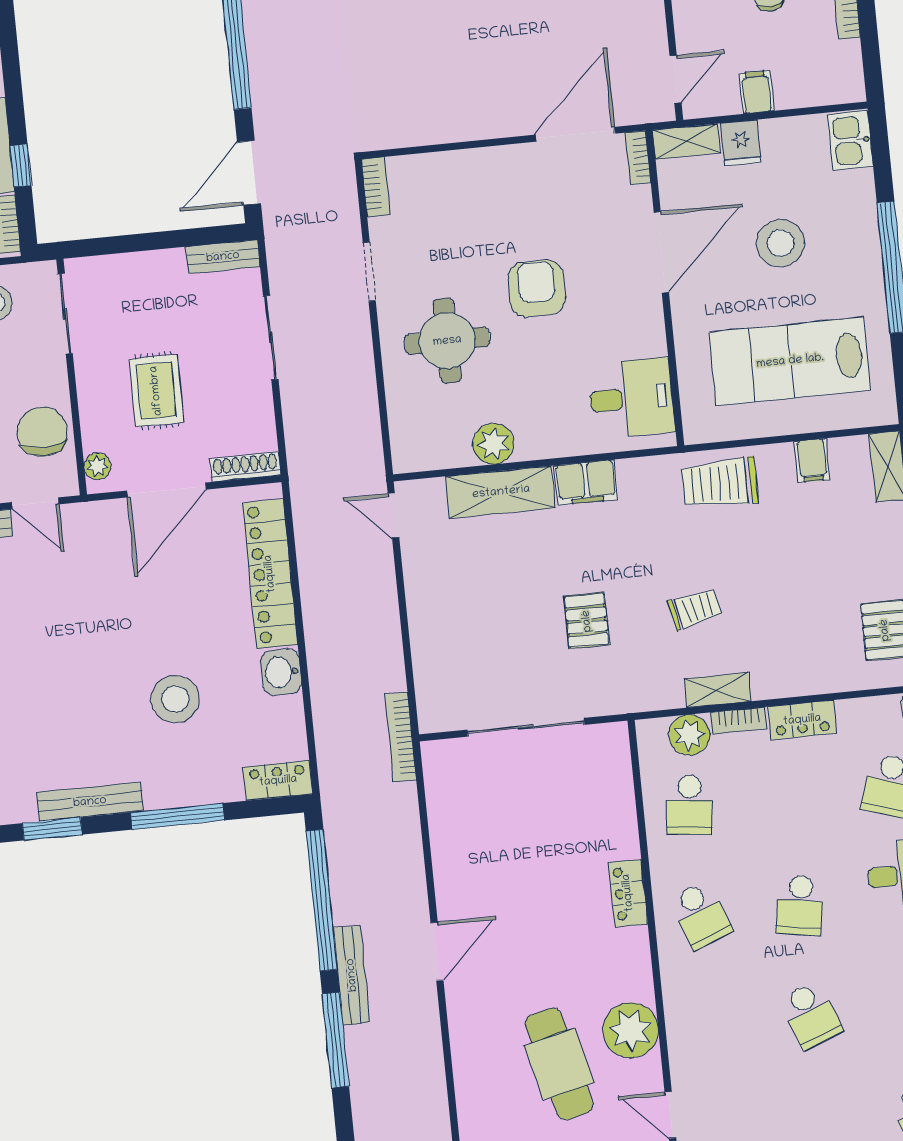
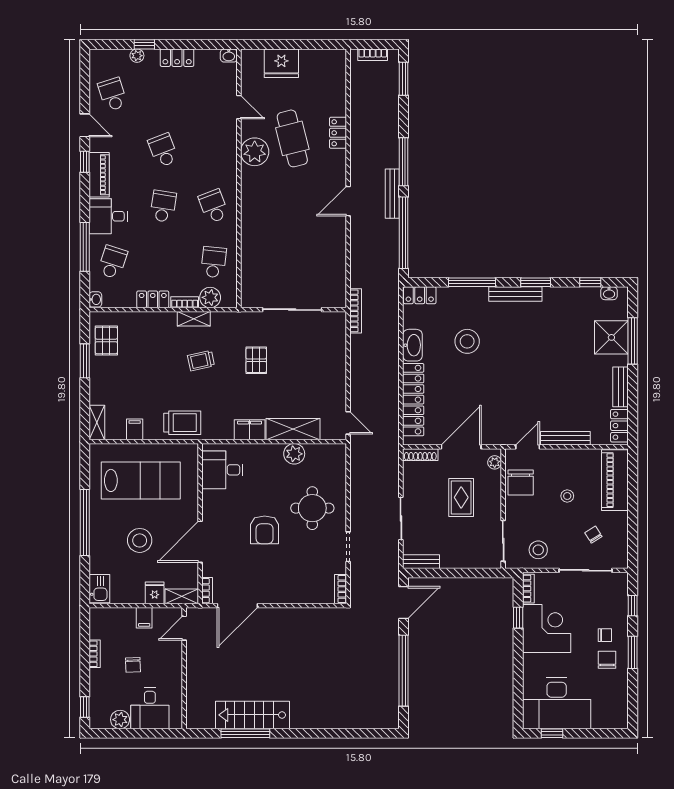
door: (35, 503) -> (528, 447), hinge flipped
washbasin: (281, 672) -> (412, 345), width x1.38
locker: (628, 893) -> (338, 133), moved, turned 180

